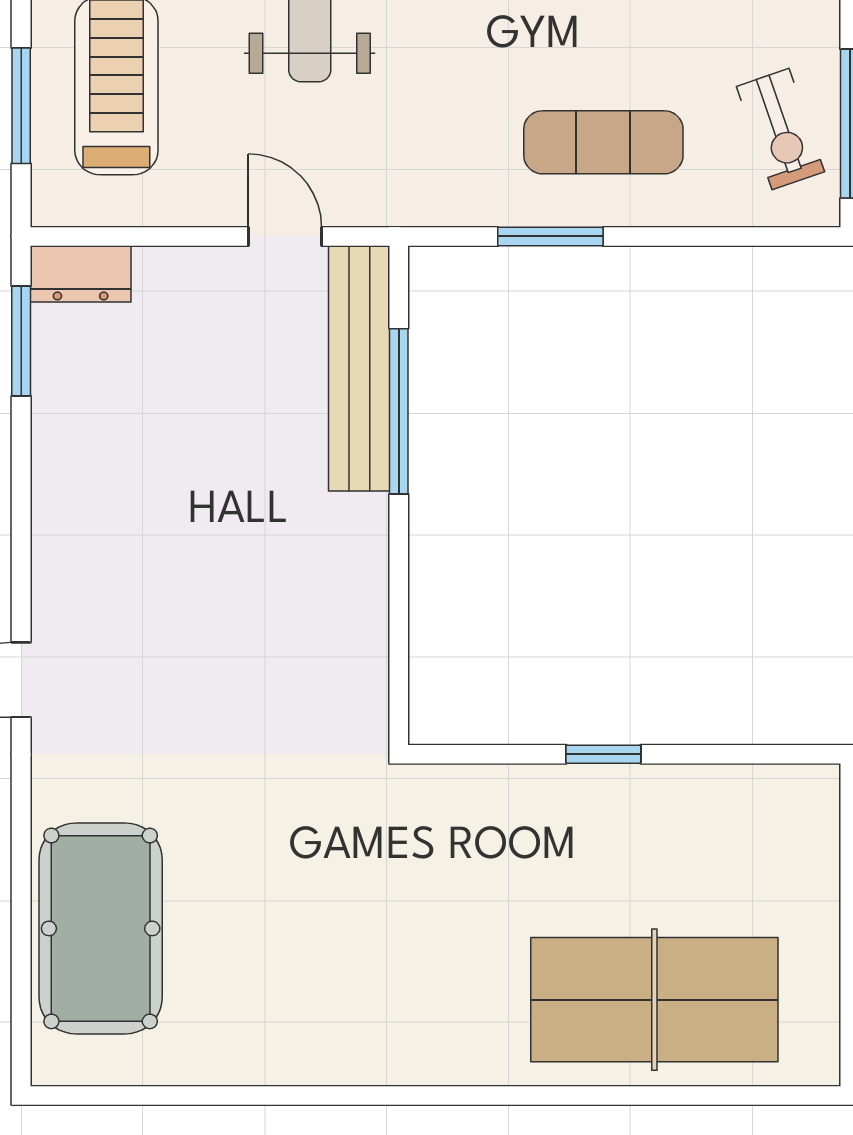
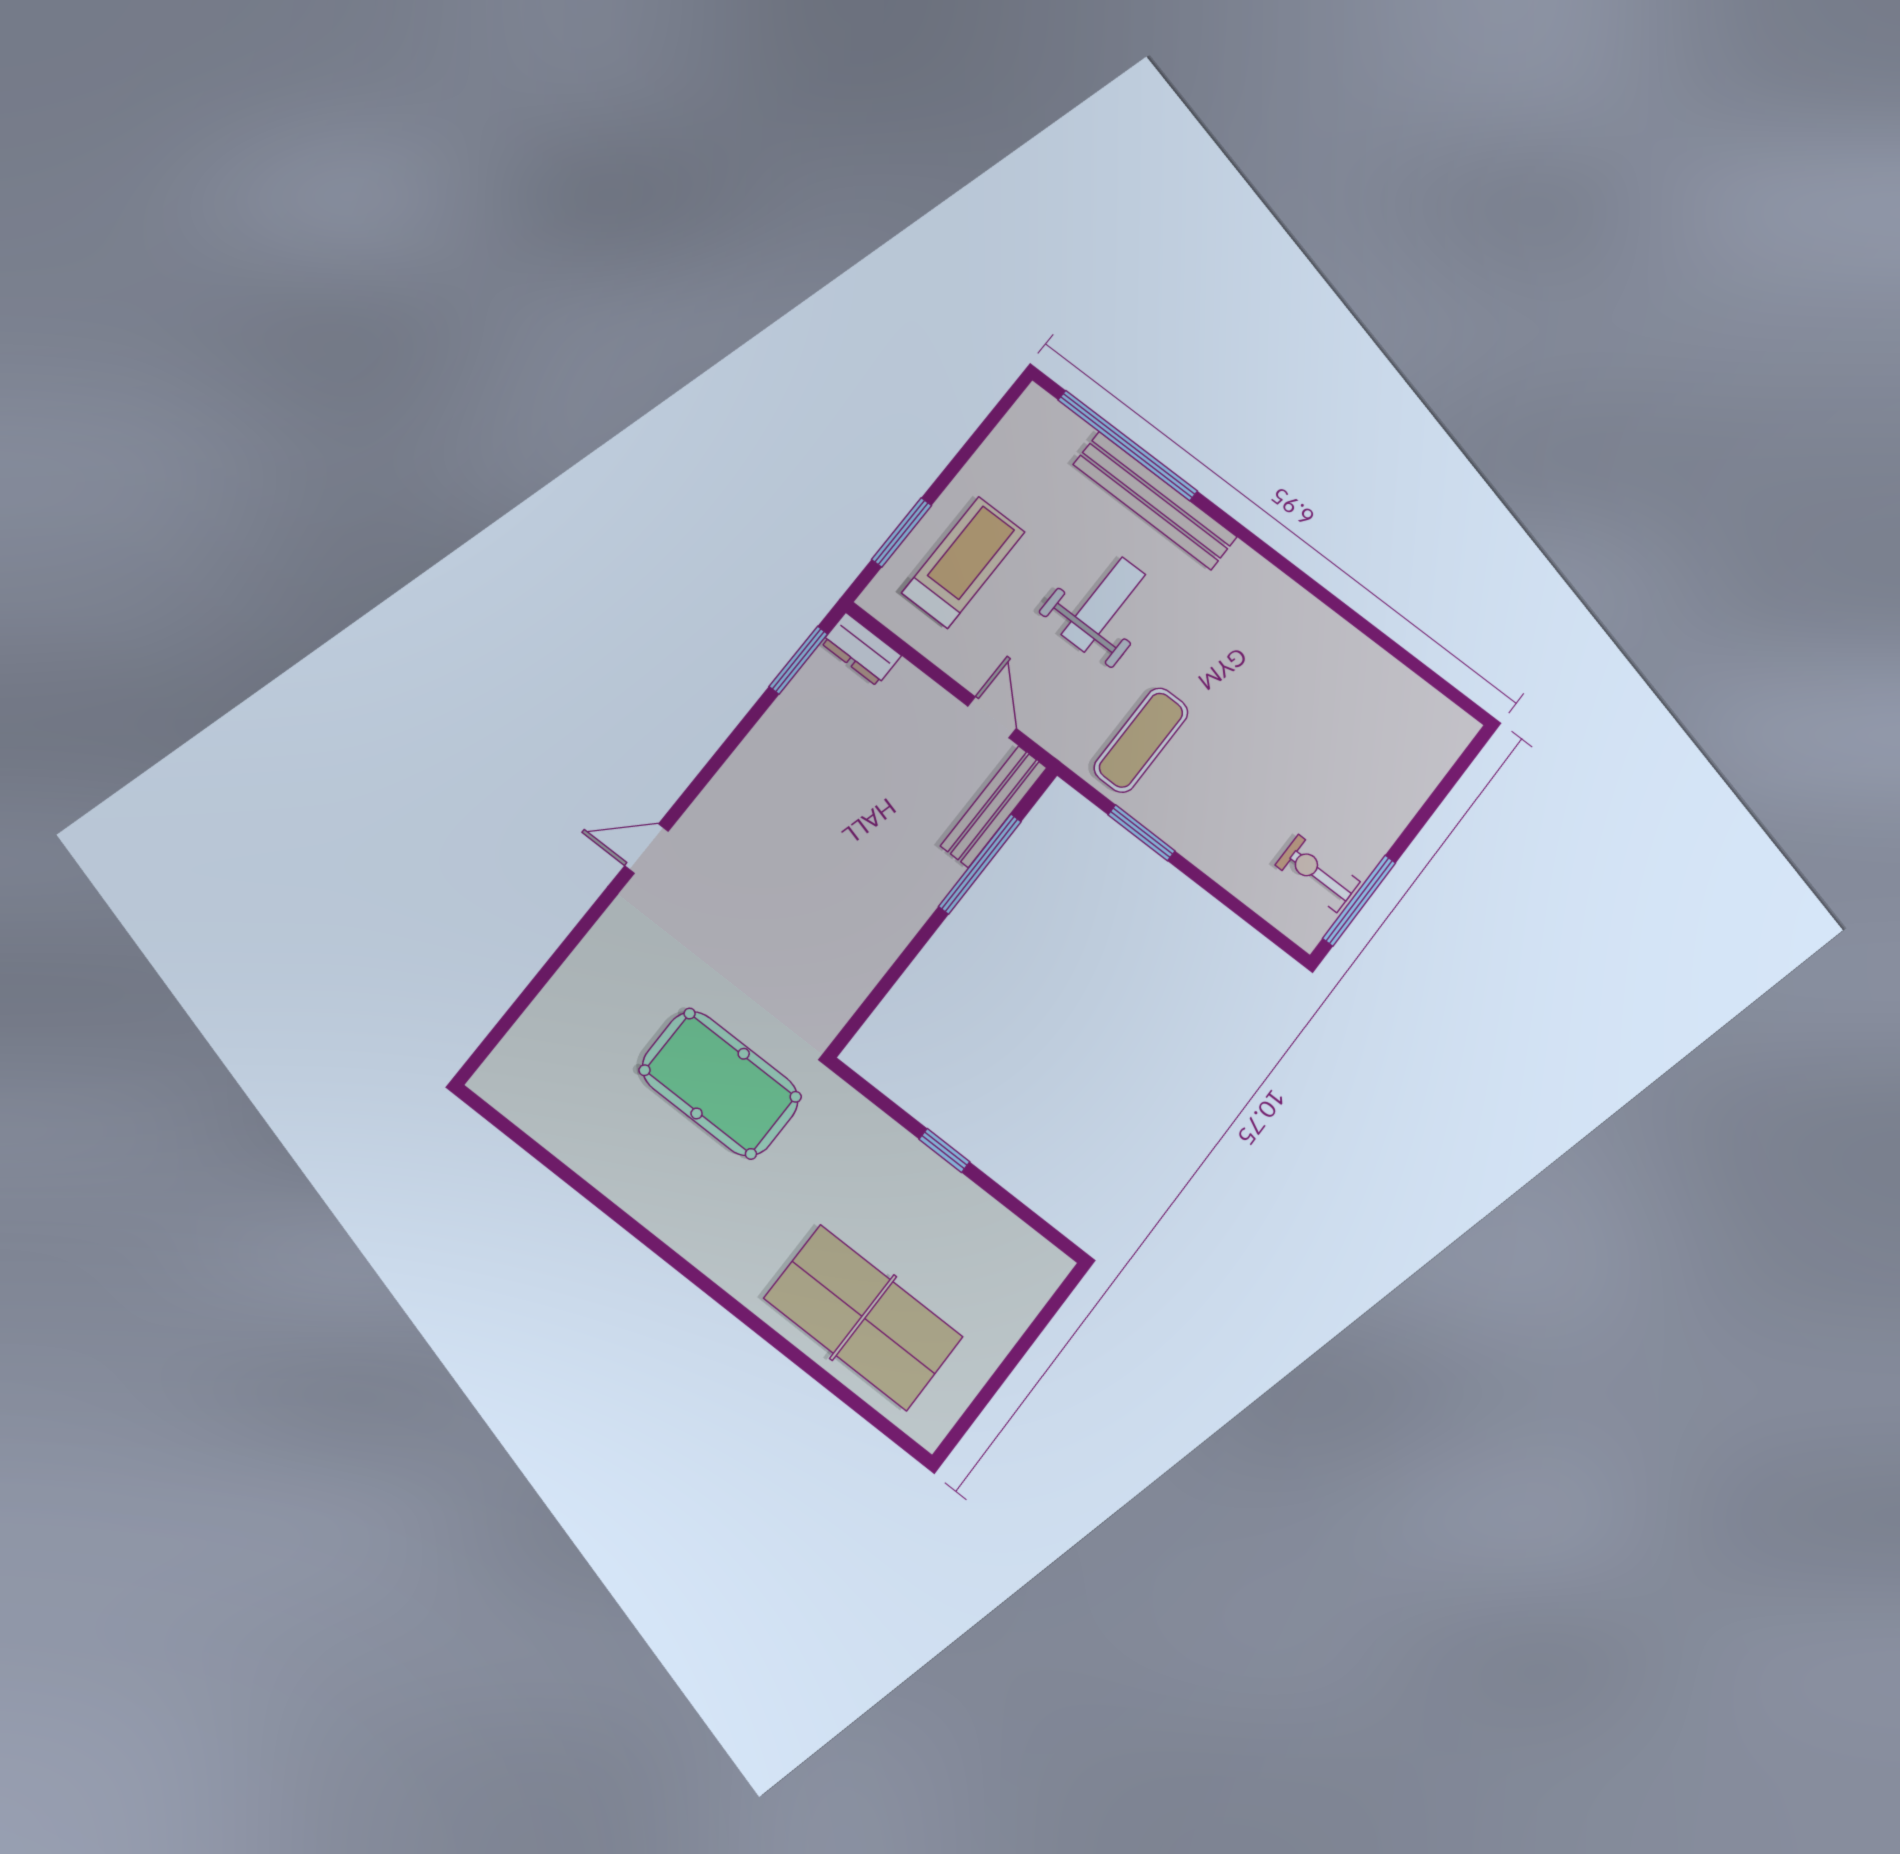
exercise bike: (780, 129) -> (1318, 873), turned 109
exercise mat: (603, 142) -> (1141, 740), moved, turned 90
bench: (359, 368) -> (994, 807), width x0.73, depth x0.82
pool table: (101, 928) -> (720, 1084), moved, turned 90

